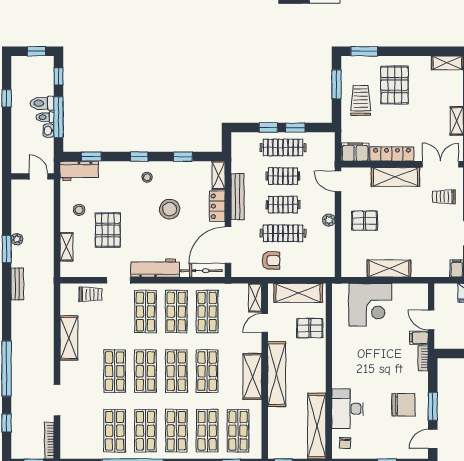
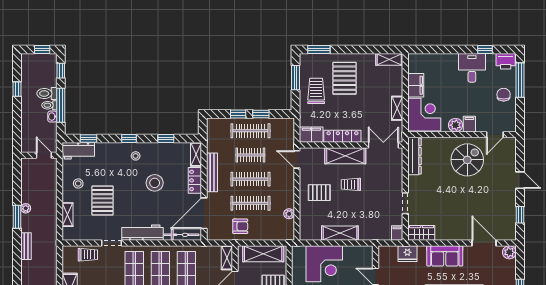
trolley: (444, 197) -> (351, 184), moved
clothes rail: (283, 205) -> (250, 179), width x1.36
plant: (329, 220) -> (289, 214), moved

